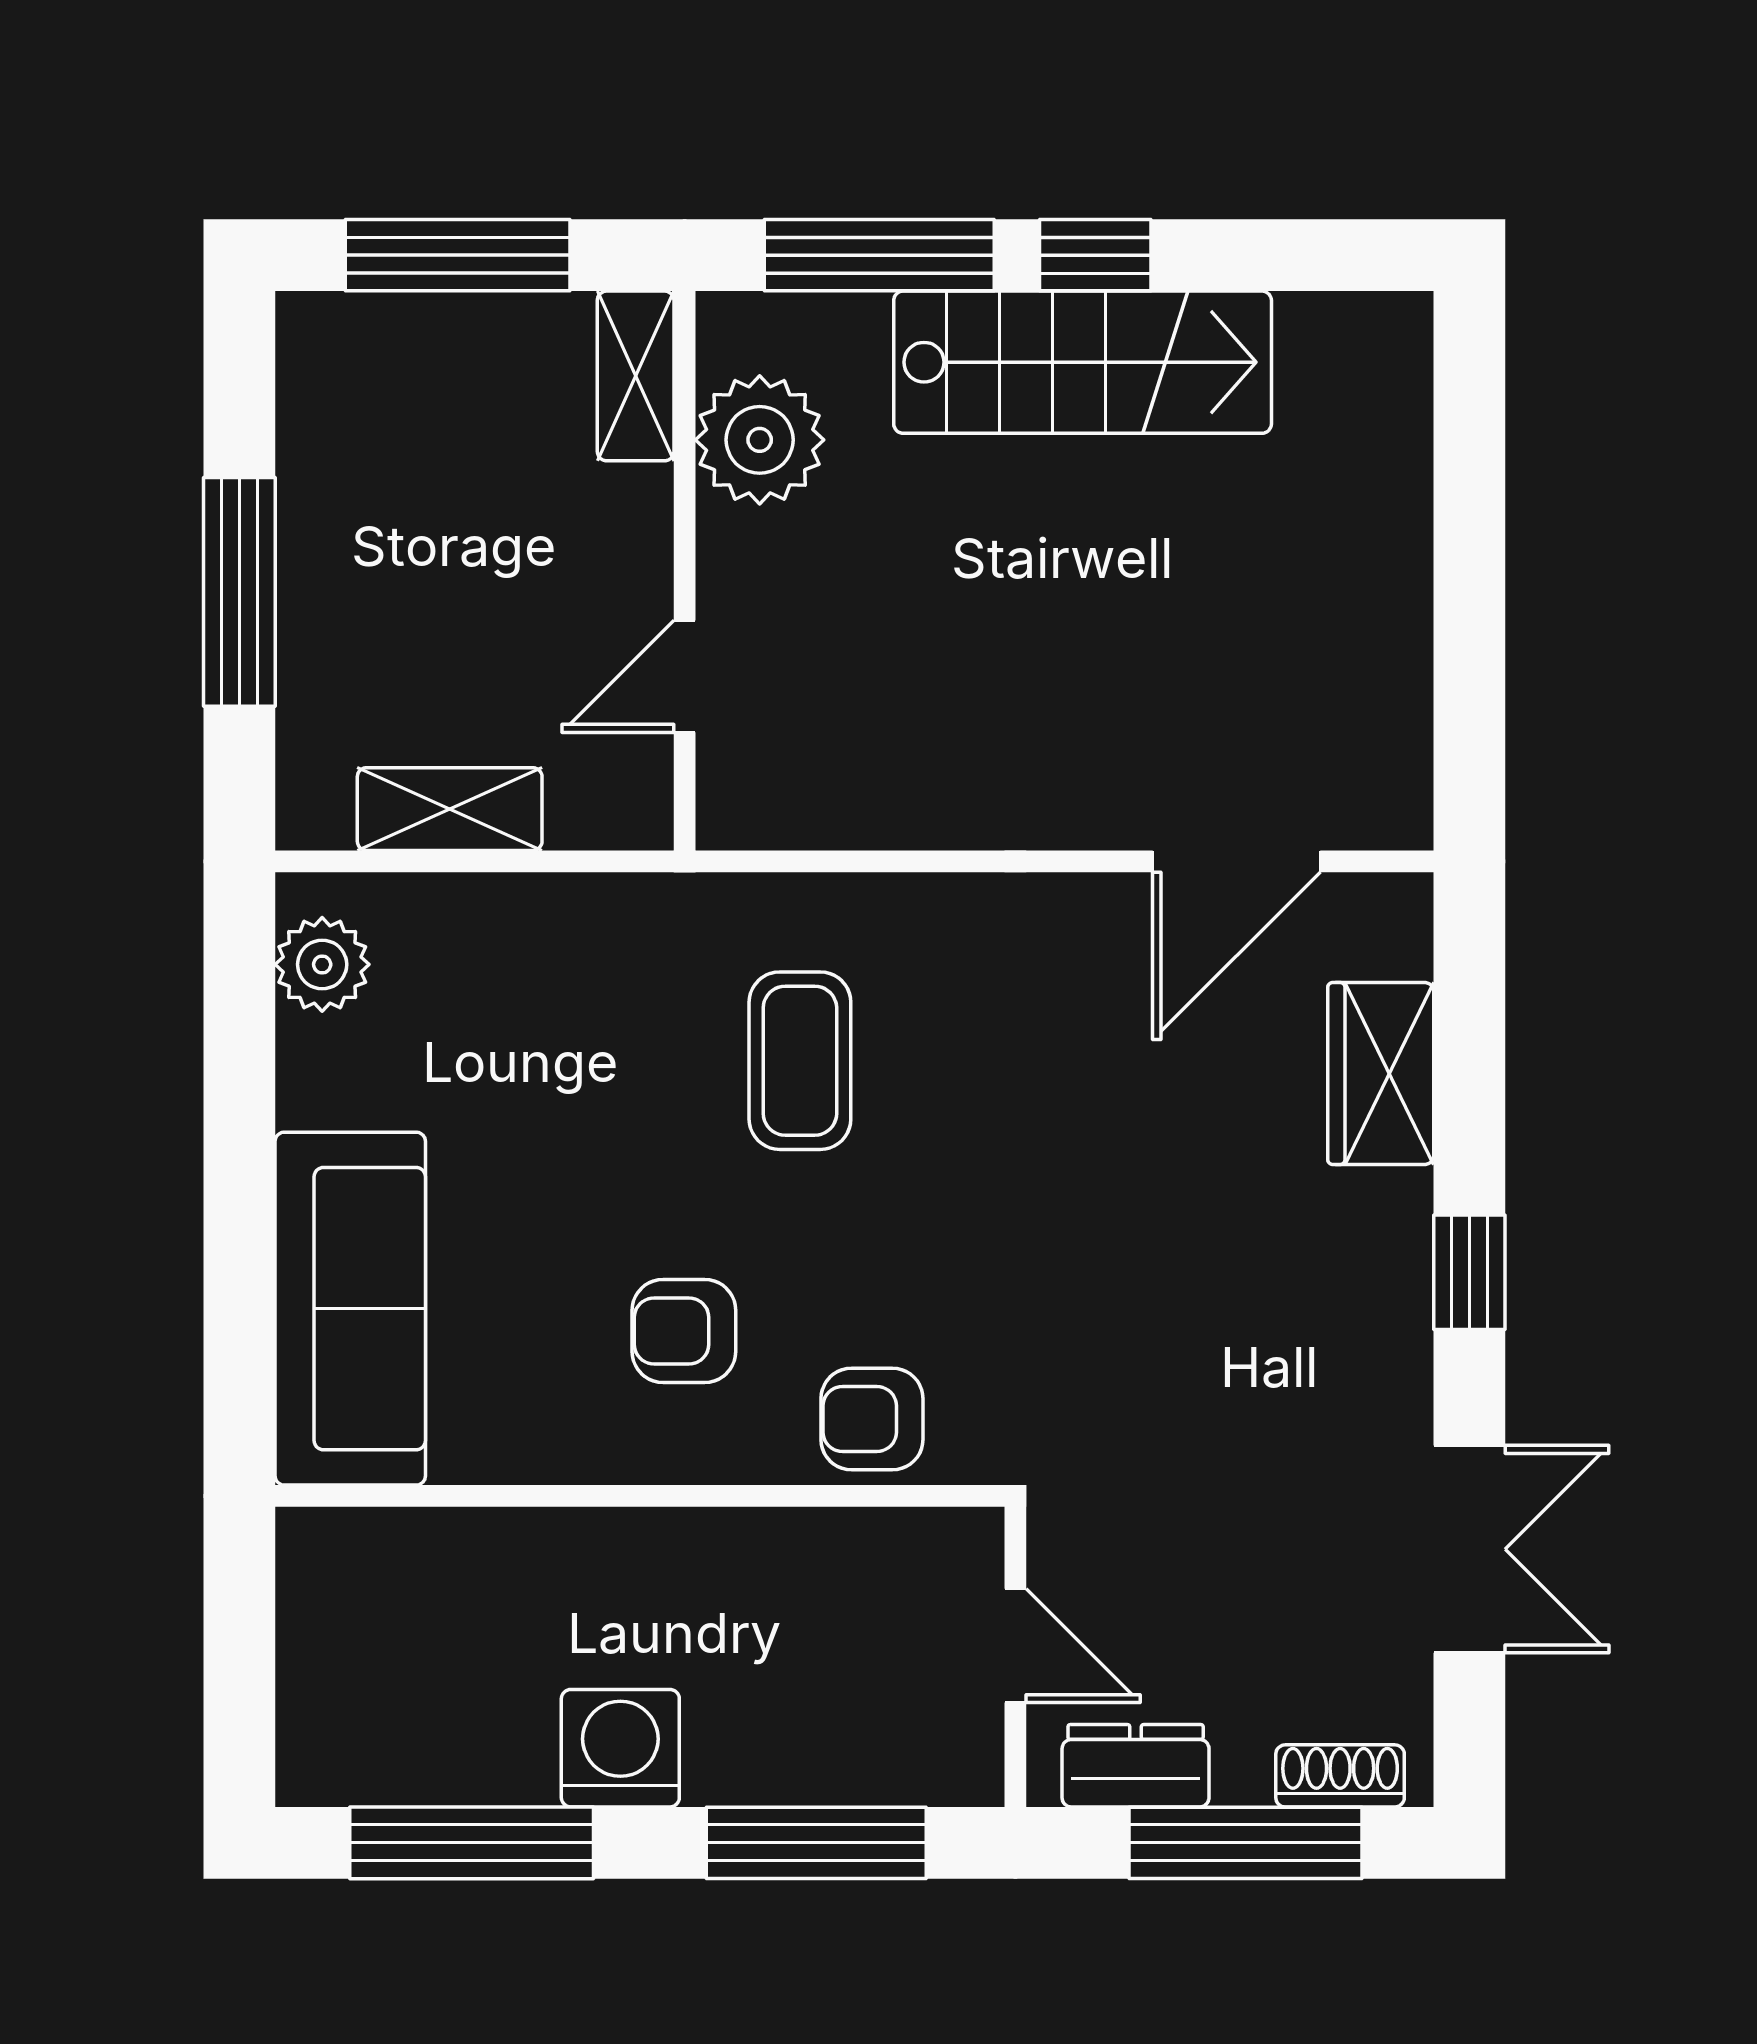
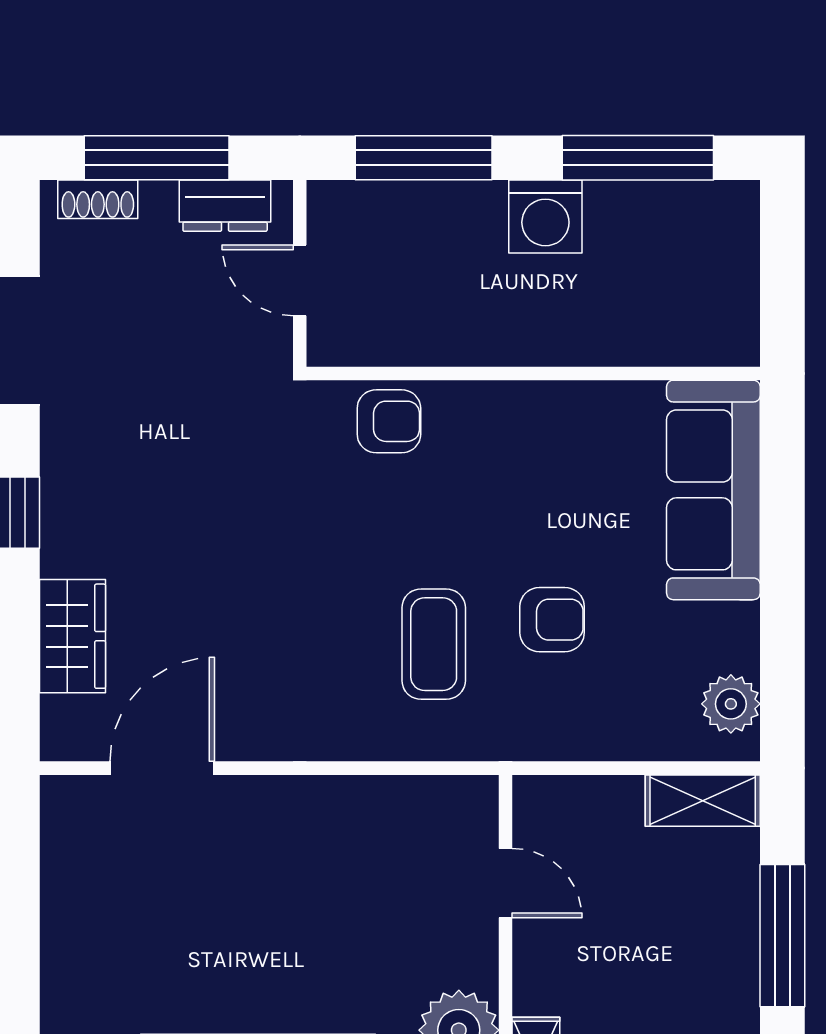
door: (685, 676) -> (505, 883), hinge flipped
shelving: (450, 809) -> (703, 801), moved
armchair: (684, 1331) -> (552, 620), moved

